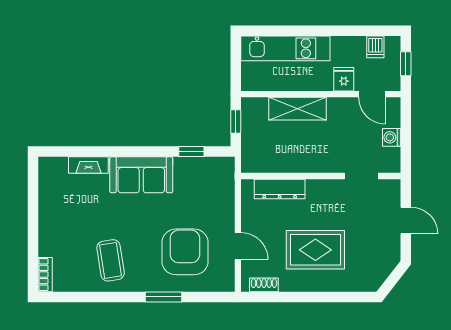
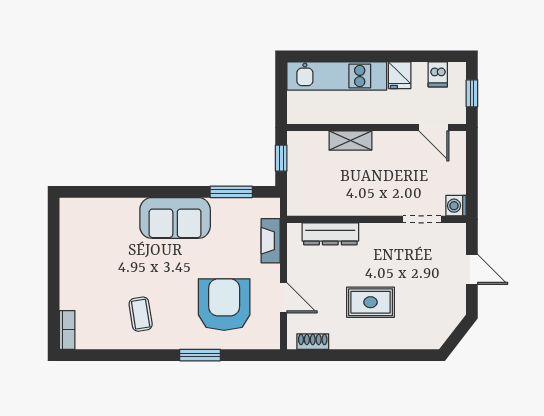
fridge: (344, 79) -> (400, 75), moved, turned 180
shelving: (297, 109) -> (350, 141), width x0.67, depth x0.75
washing machine: (392, 137) -> (456, 206), moved
window: (191, 151) -> (231, 192), width x1.50
fireplace: (88, 165) -> (271, 241), moved, turned 90
rug: (315, 250) -> (370, 302), width x0.73, depth x0.70
coffee table: (111, 260) -> (141, 314), width x0.73, depth x0.77

